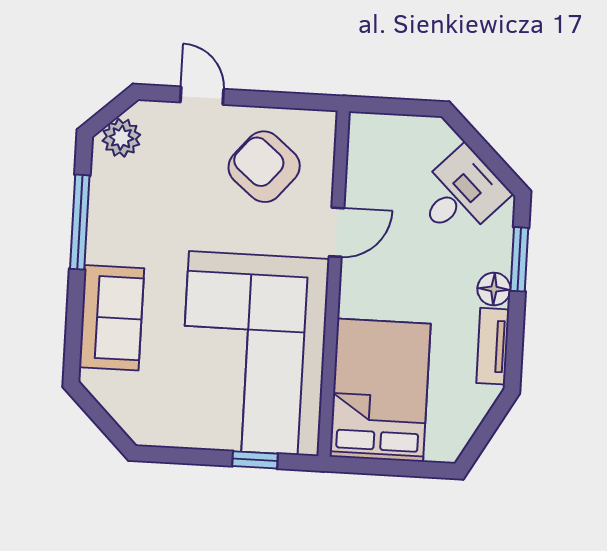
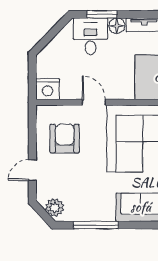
nightstand: (369, 137) -> (48, 89), added
armchair: (264, 167) -> (65, 139), turned 140
desk: (461, 194) -> (90, 36), moved, turned 46

